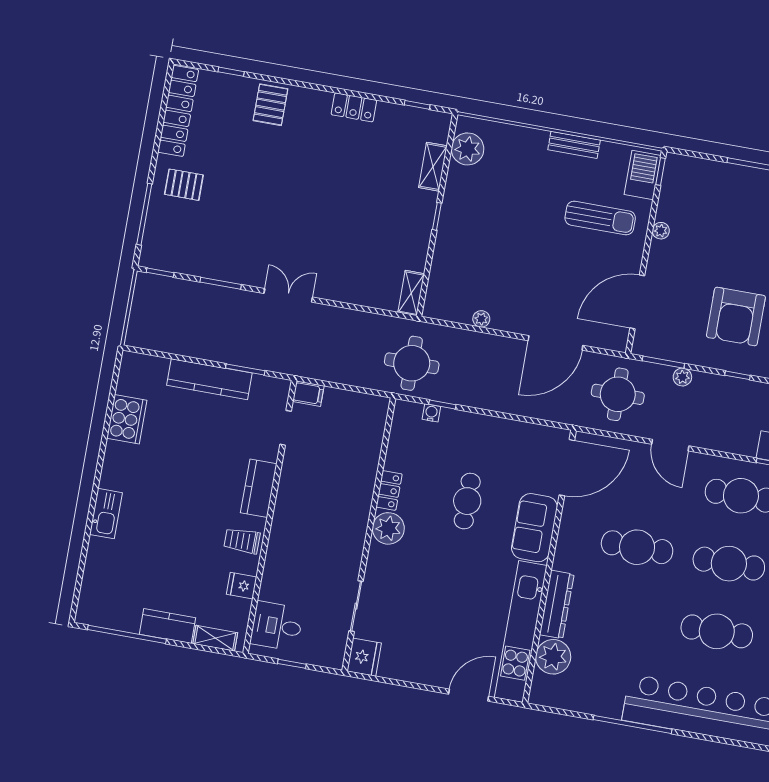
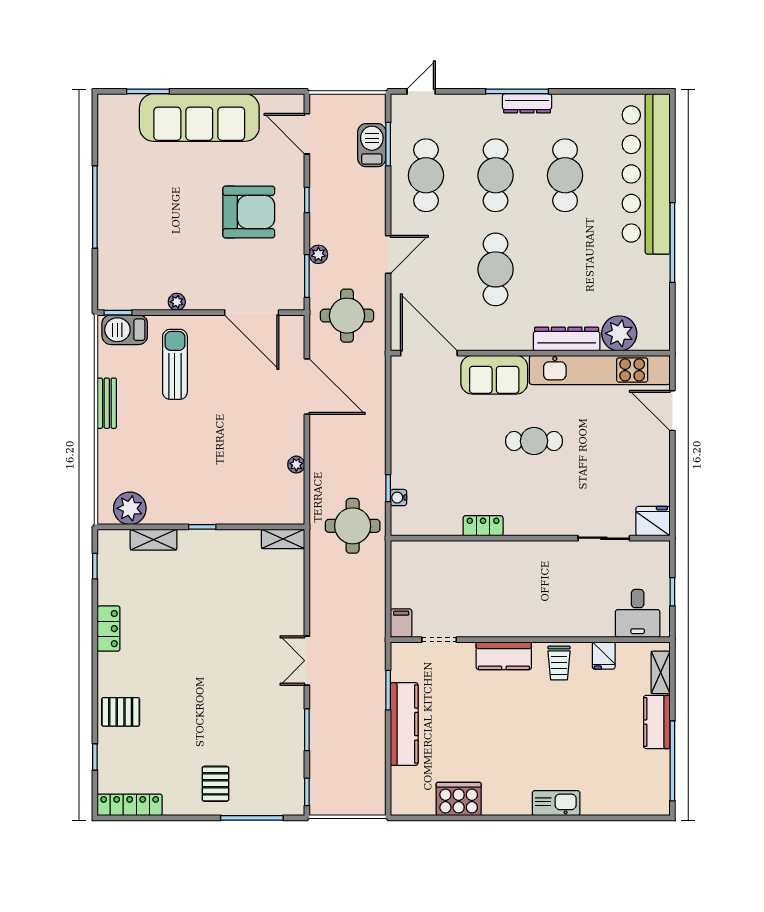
locker: (178, 111) -> (130, 805), width x0.71, depth x0.83
cafe table: (467, 501) -> (534, 441), moved
plant: (388, 528) -> (521, 520), removed

